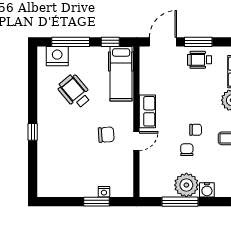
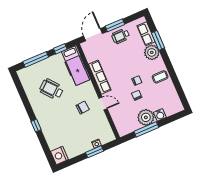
nightstand: (57, 56) -> (59, 155), moved, turned -90
row of seats: (147, 111) -> (100, 77), width x1.48
door: (136, 141) -> (103, 103), hinge flipped

